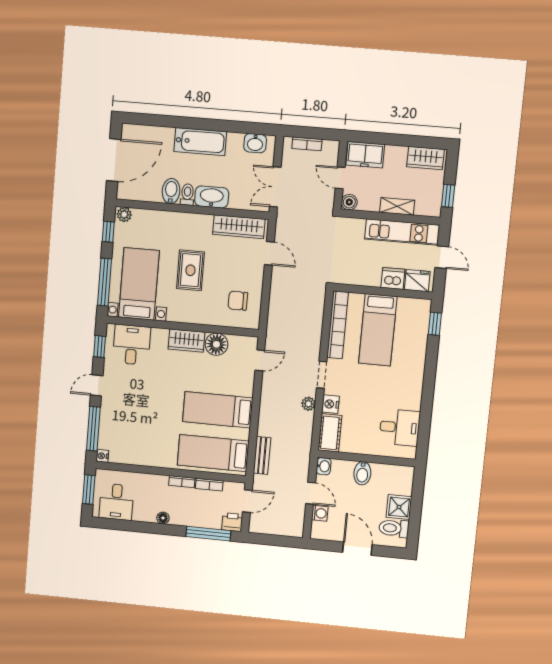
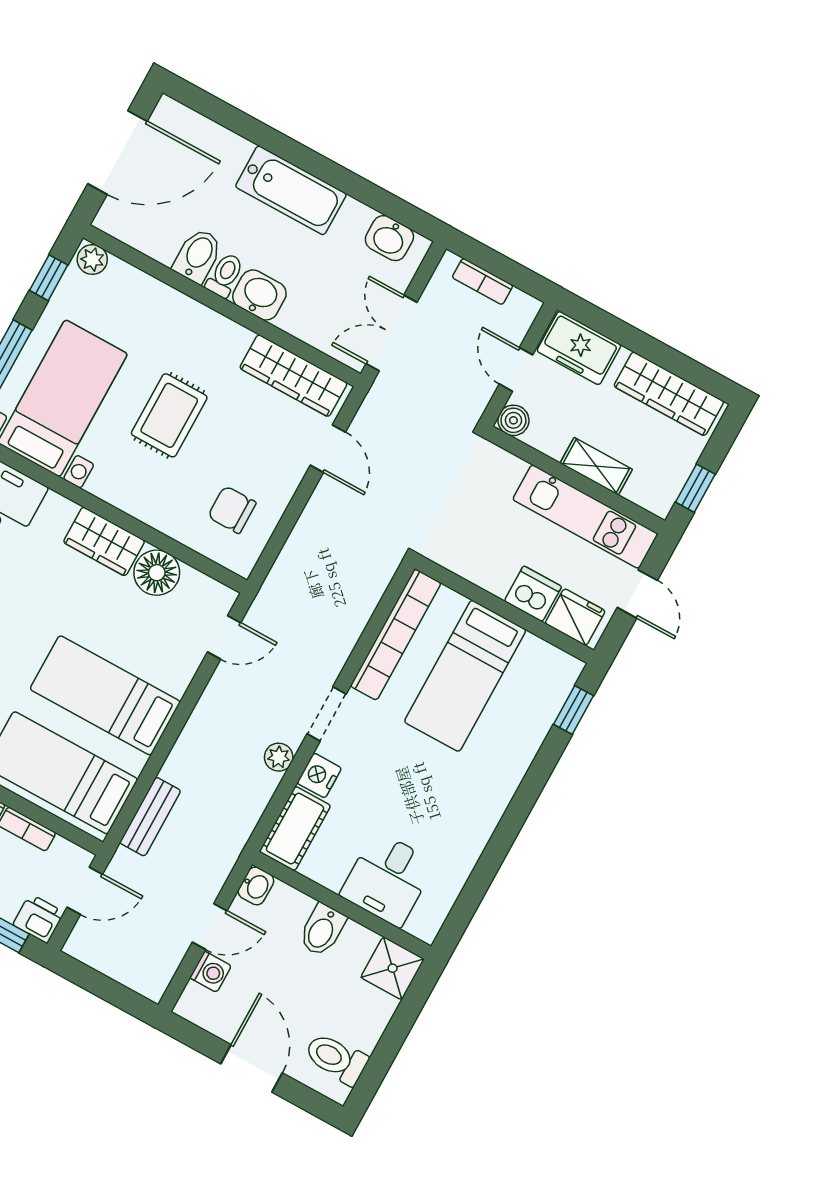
wardrobe: (425, 158) -> (669, 394), width x1.50
washbasin: (212, 197) -> (259, 295), width x0.72
desk: (400, 427) -> (388, 879), moved, turned 90
door: (311, 493) -> (210, 926), hinge flipped
shower: (399, 507) -> (393, 968), moved

